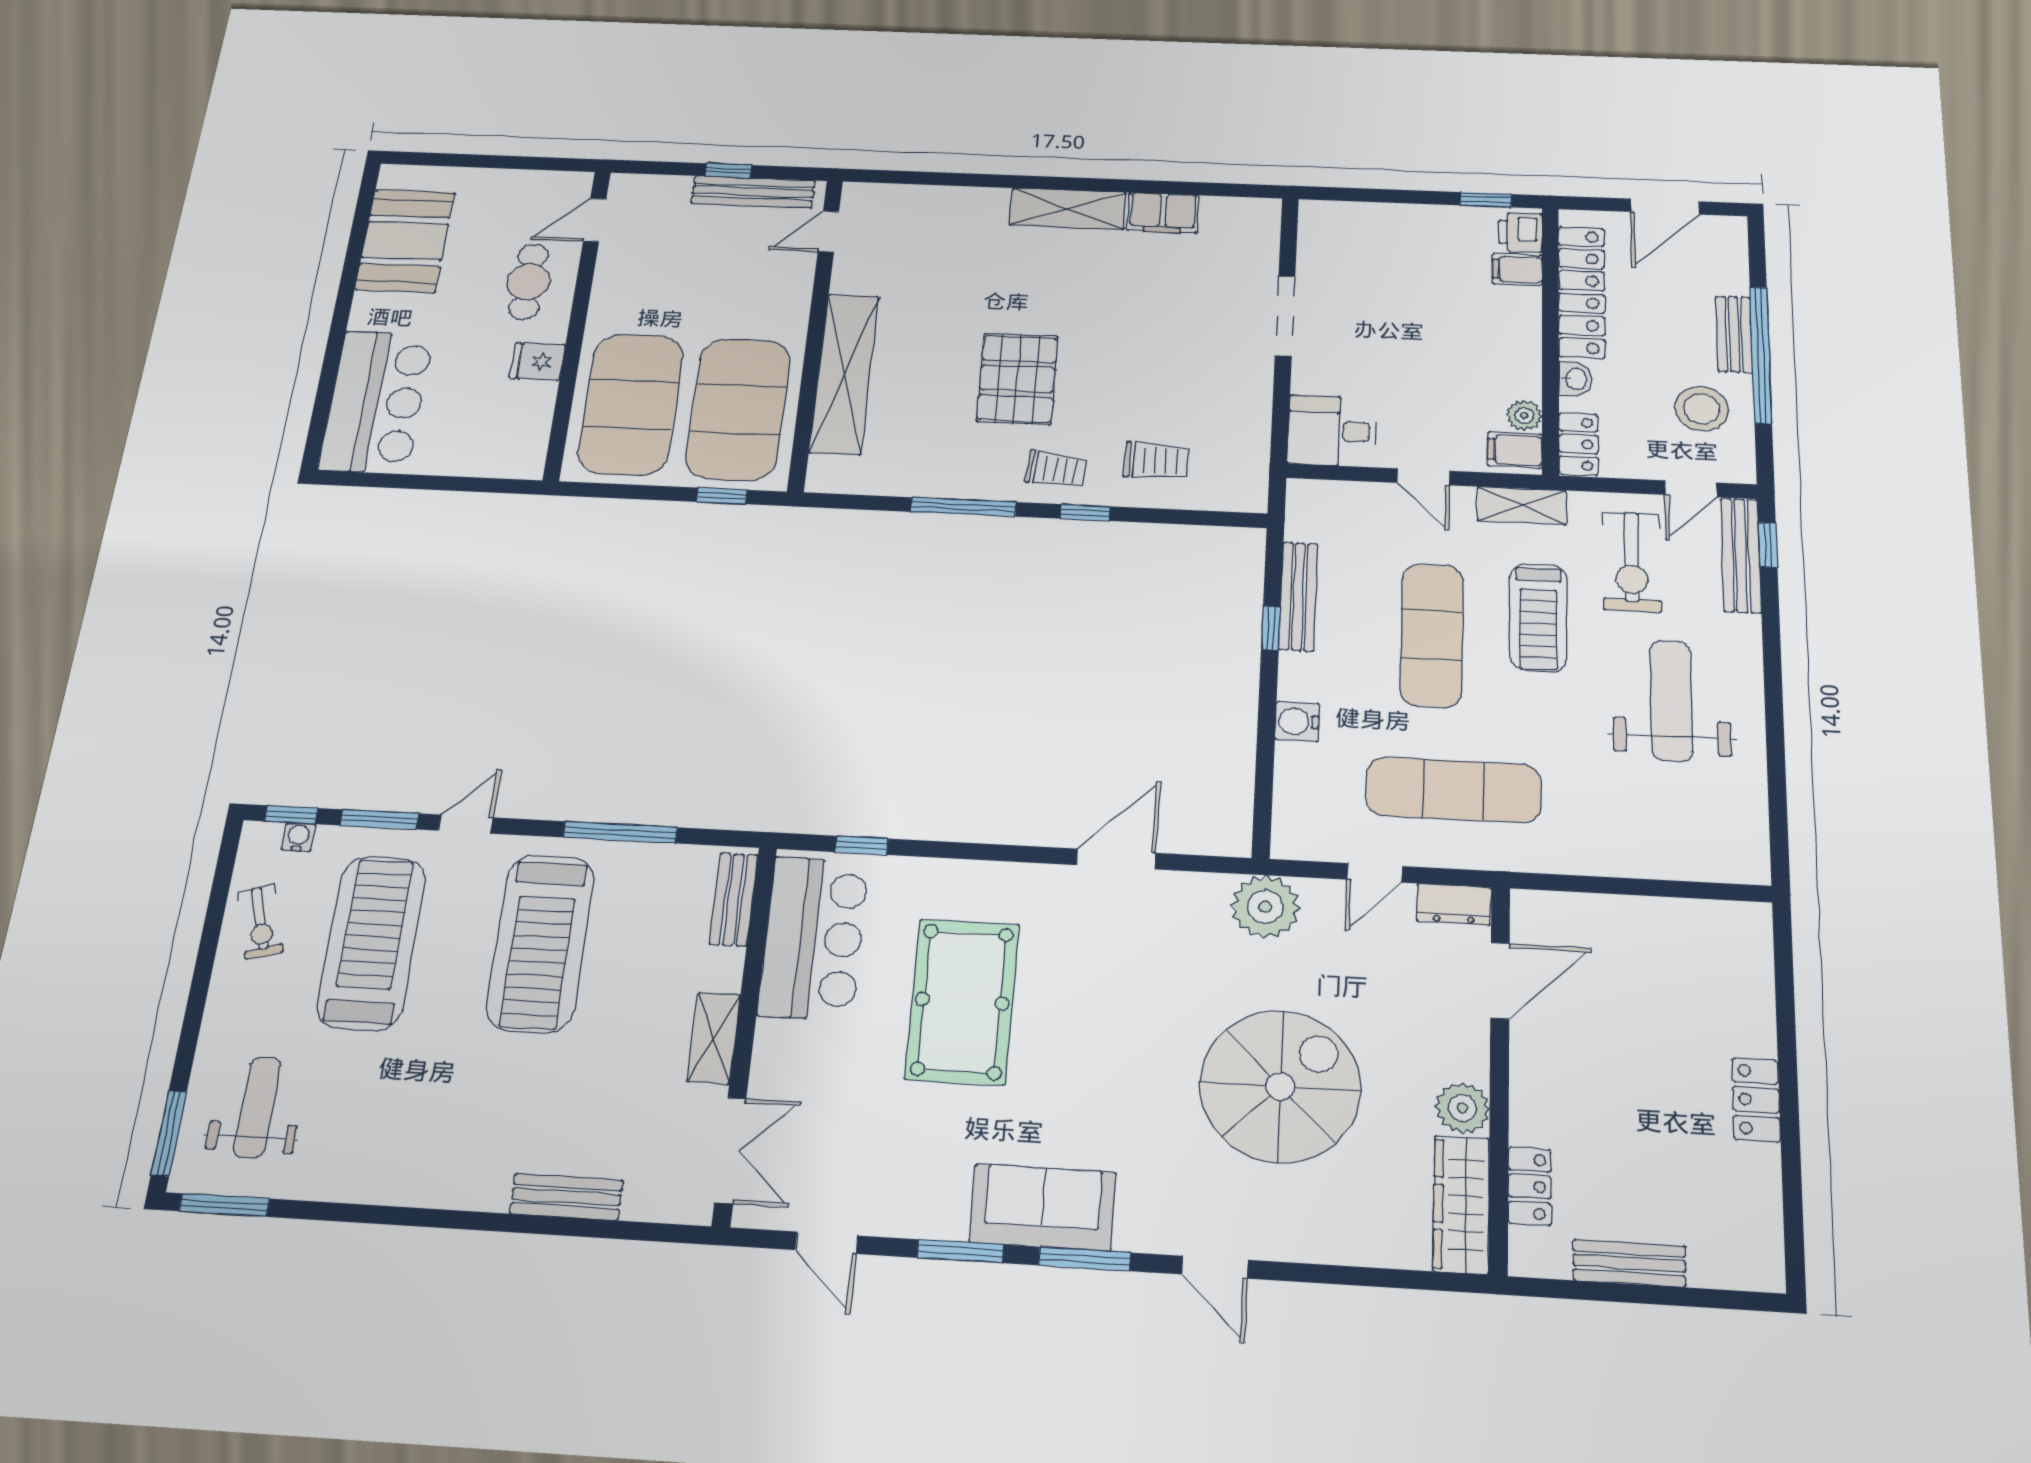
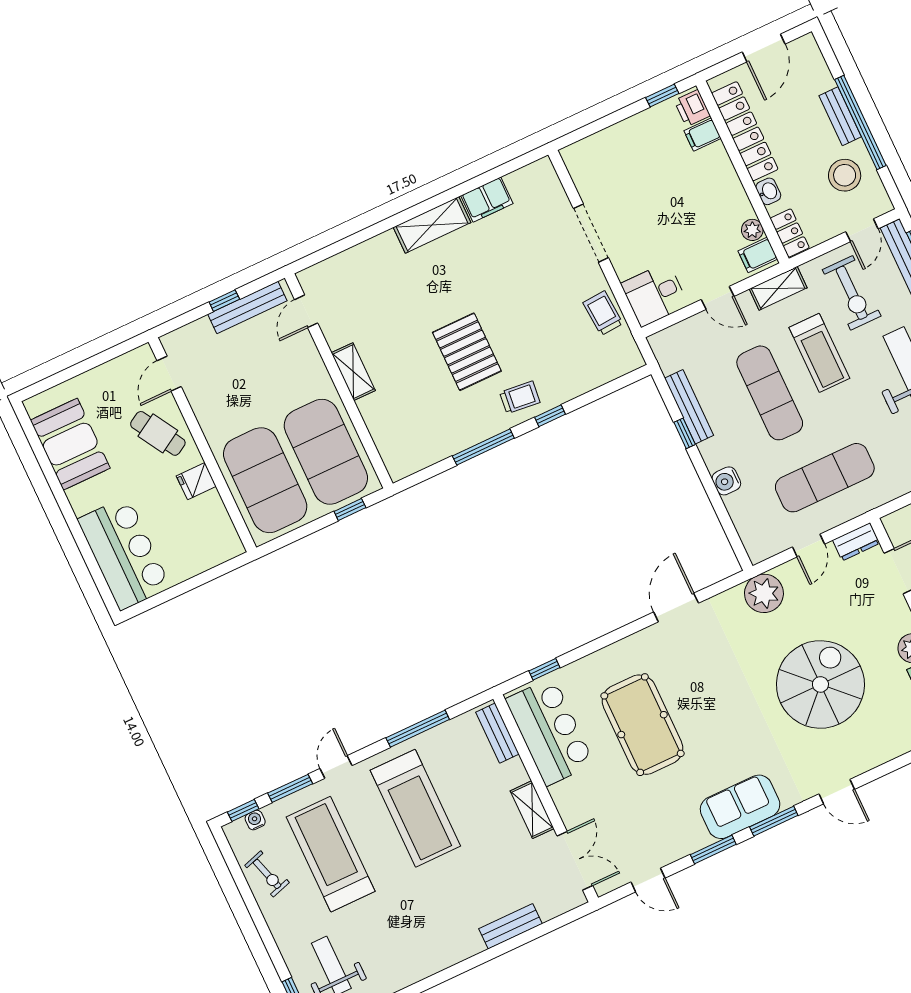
cafe table: (528, 282) -> (158, 433), turned -31
shelving: (844, 374) -> (353, 372), width x0.45, depth x0.75
trolley: (1156, 460) -> (603, 313), moved, turned -94

